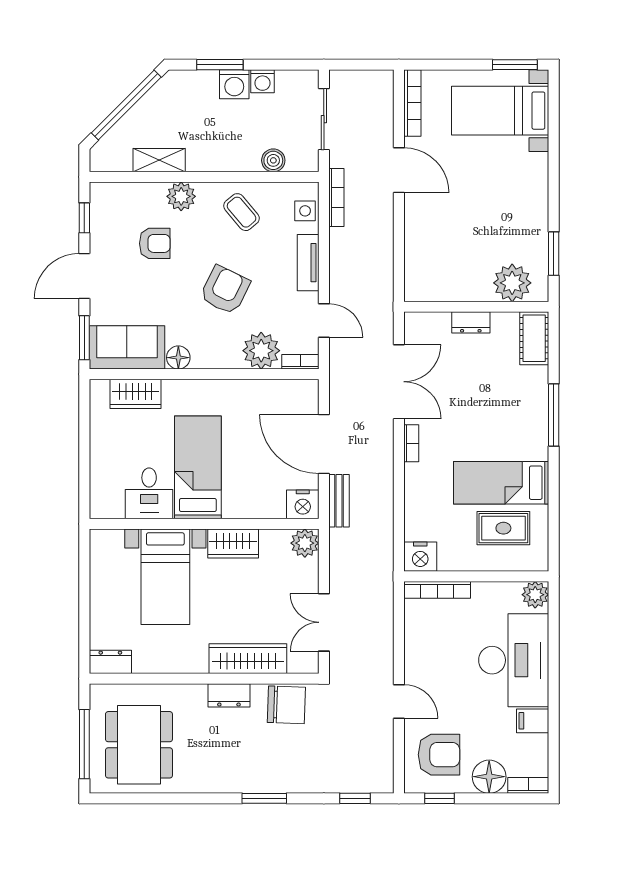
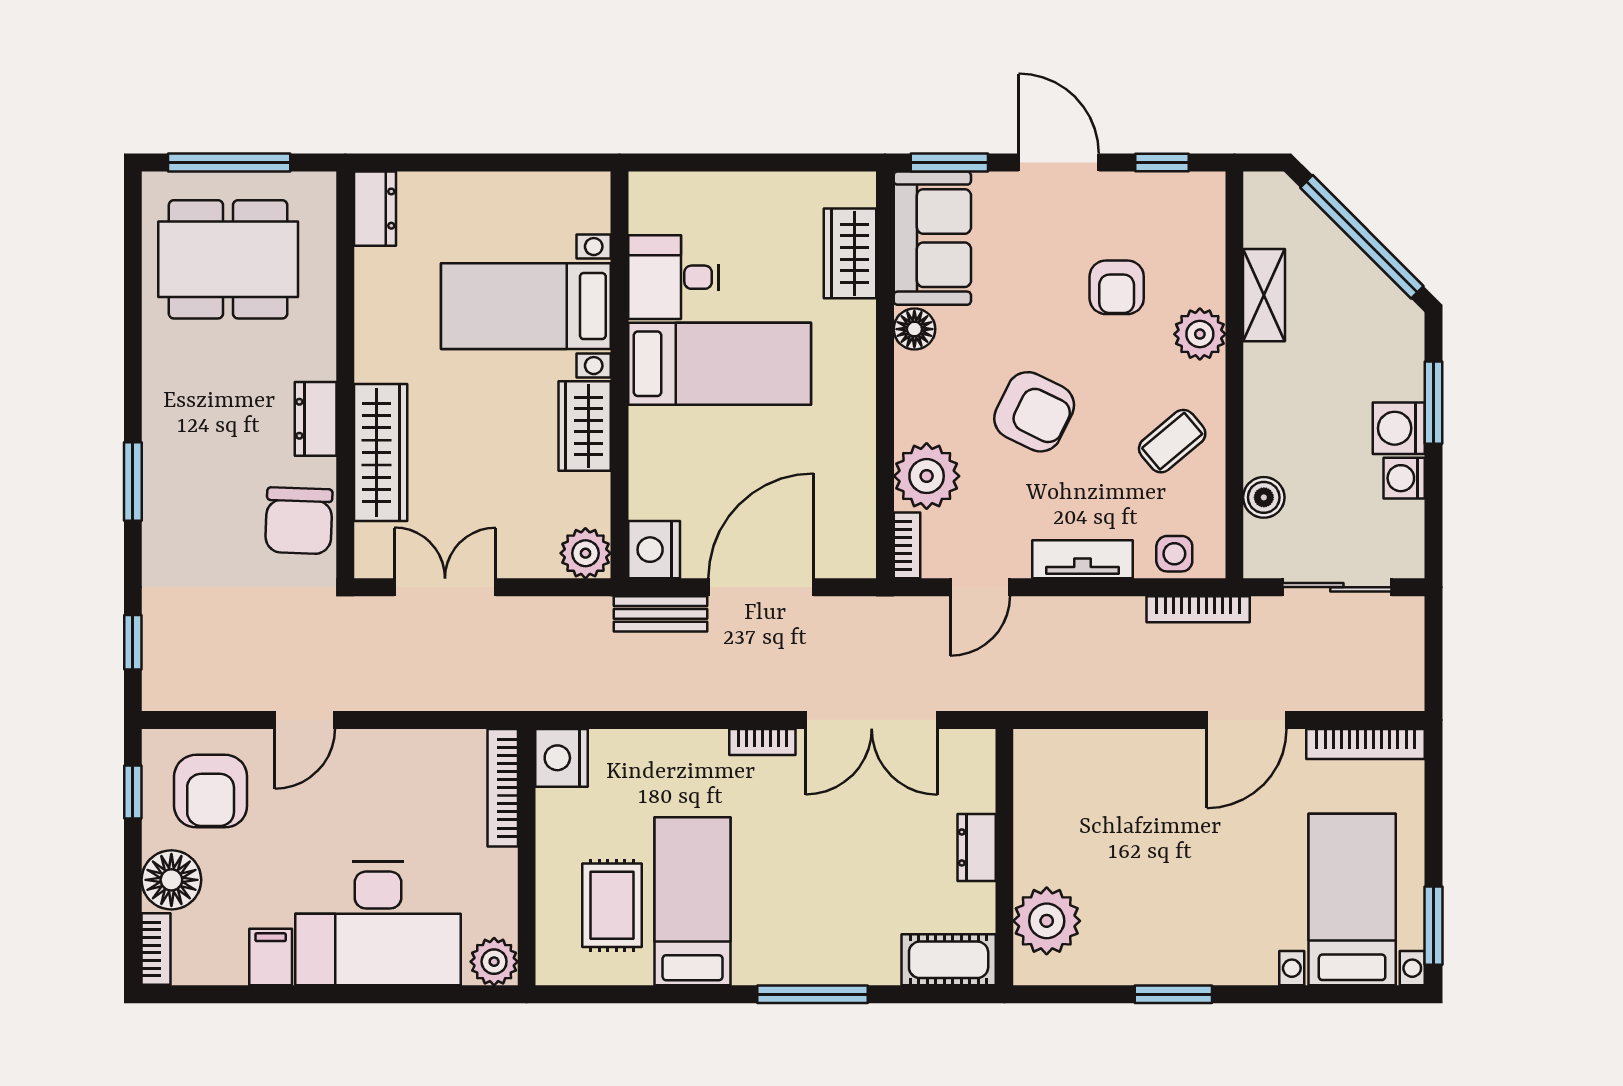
window: (554, 254) -> (1173, 994), moved

